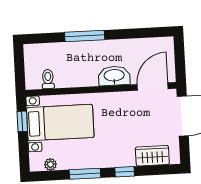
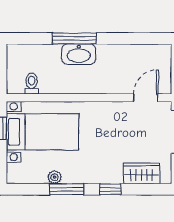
washbasin: (114, 76) -> (79, 54), moved, turned 180
door: (153, 87) -> (146, 98), width x0.73
plant: (50, 164) -> (55, 177), moved

